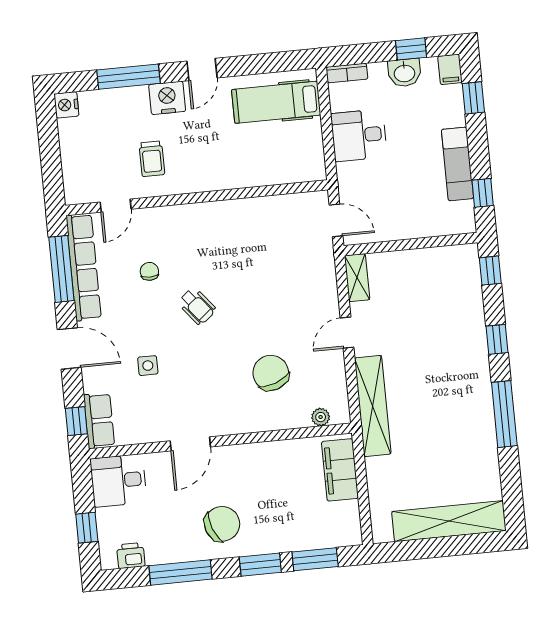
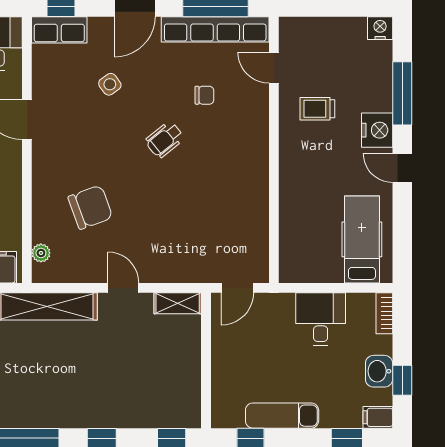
side table: (148, 366) -> (110, 84), turned -36

